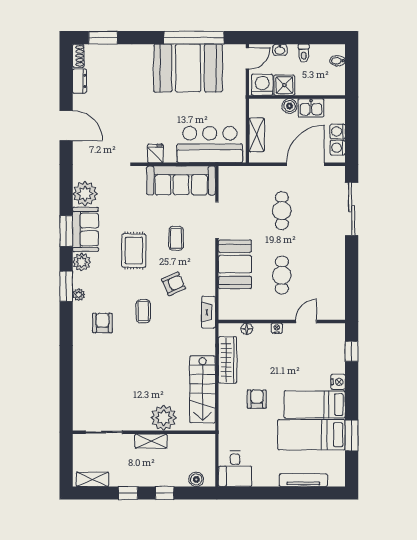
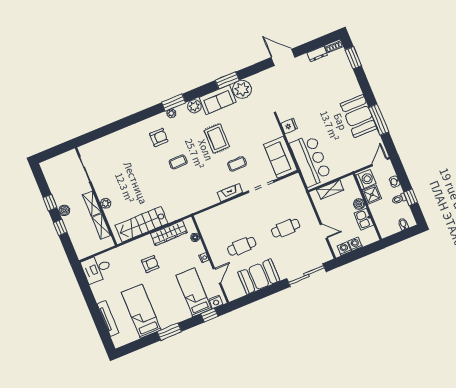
window: (194, 38) -> (379, 120), width x0.68
window: (308, 38) -> (411, 197), added
door: (247, 58) -> (380, 162), swing flipped
booth: (188, 68) -> (359, 116), width x0.73, depth x0.70
door: (66, 126) -> (283, 57), swing flipped
door: (305, 164) -> (324, 231), width x0.53
sofa: (181, 180) -> (280, 157), width x0.73
window: (66, 231) -> (227, 80), moved
rug: (134, 251) -> (217, 139), turned 90
booth: (235, 264) -> (259, 277), moved
armchair: (174, 284) -> (205, 175), removed
fireplace: (208, 312) -> (230, 193), moved
door: (306, 321) -> (217, 276), hinge flipped
nightstand: (338, 382) -> (216, 302), moved
bed: (315, 404) -> (194, 292), moved
plant: (164, 418) -> (106, 203), width x0.53, depth x0.53
window: (352, 435) -> (169, 332), moved
shelving: (92, 479) -> (101, 226), moved
boiler: (196, 479) -> (64, 210), moved

